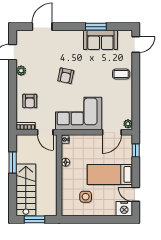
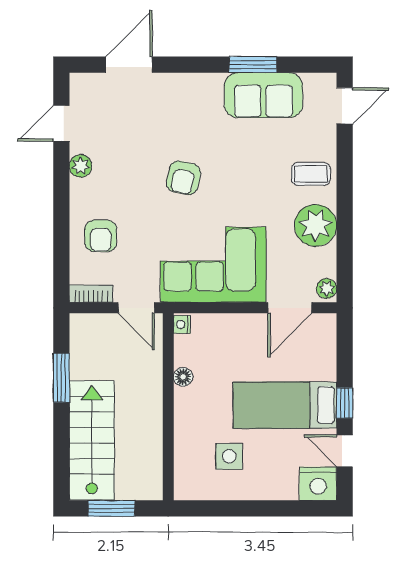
plant: (123, 96) -> (316, 225), added
window: (136, 150) -> (345, 403), moved

